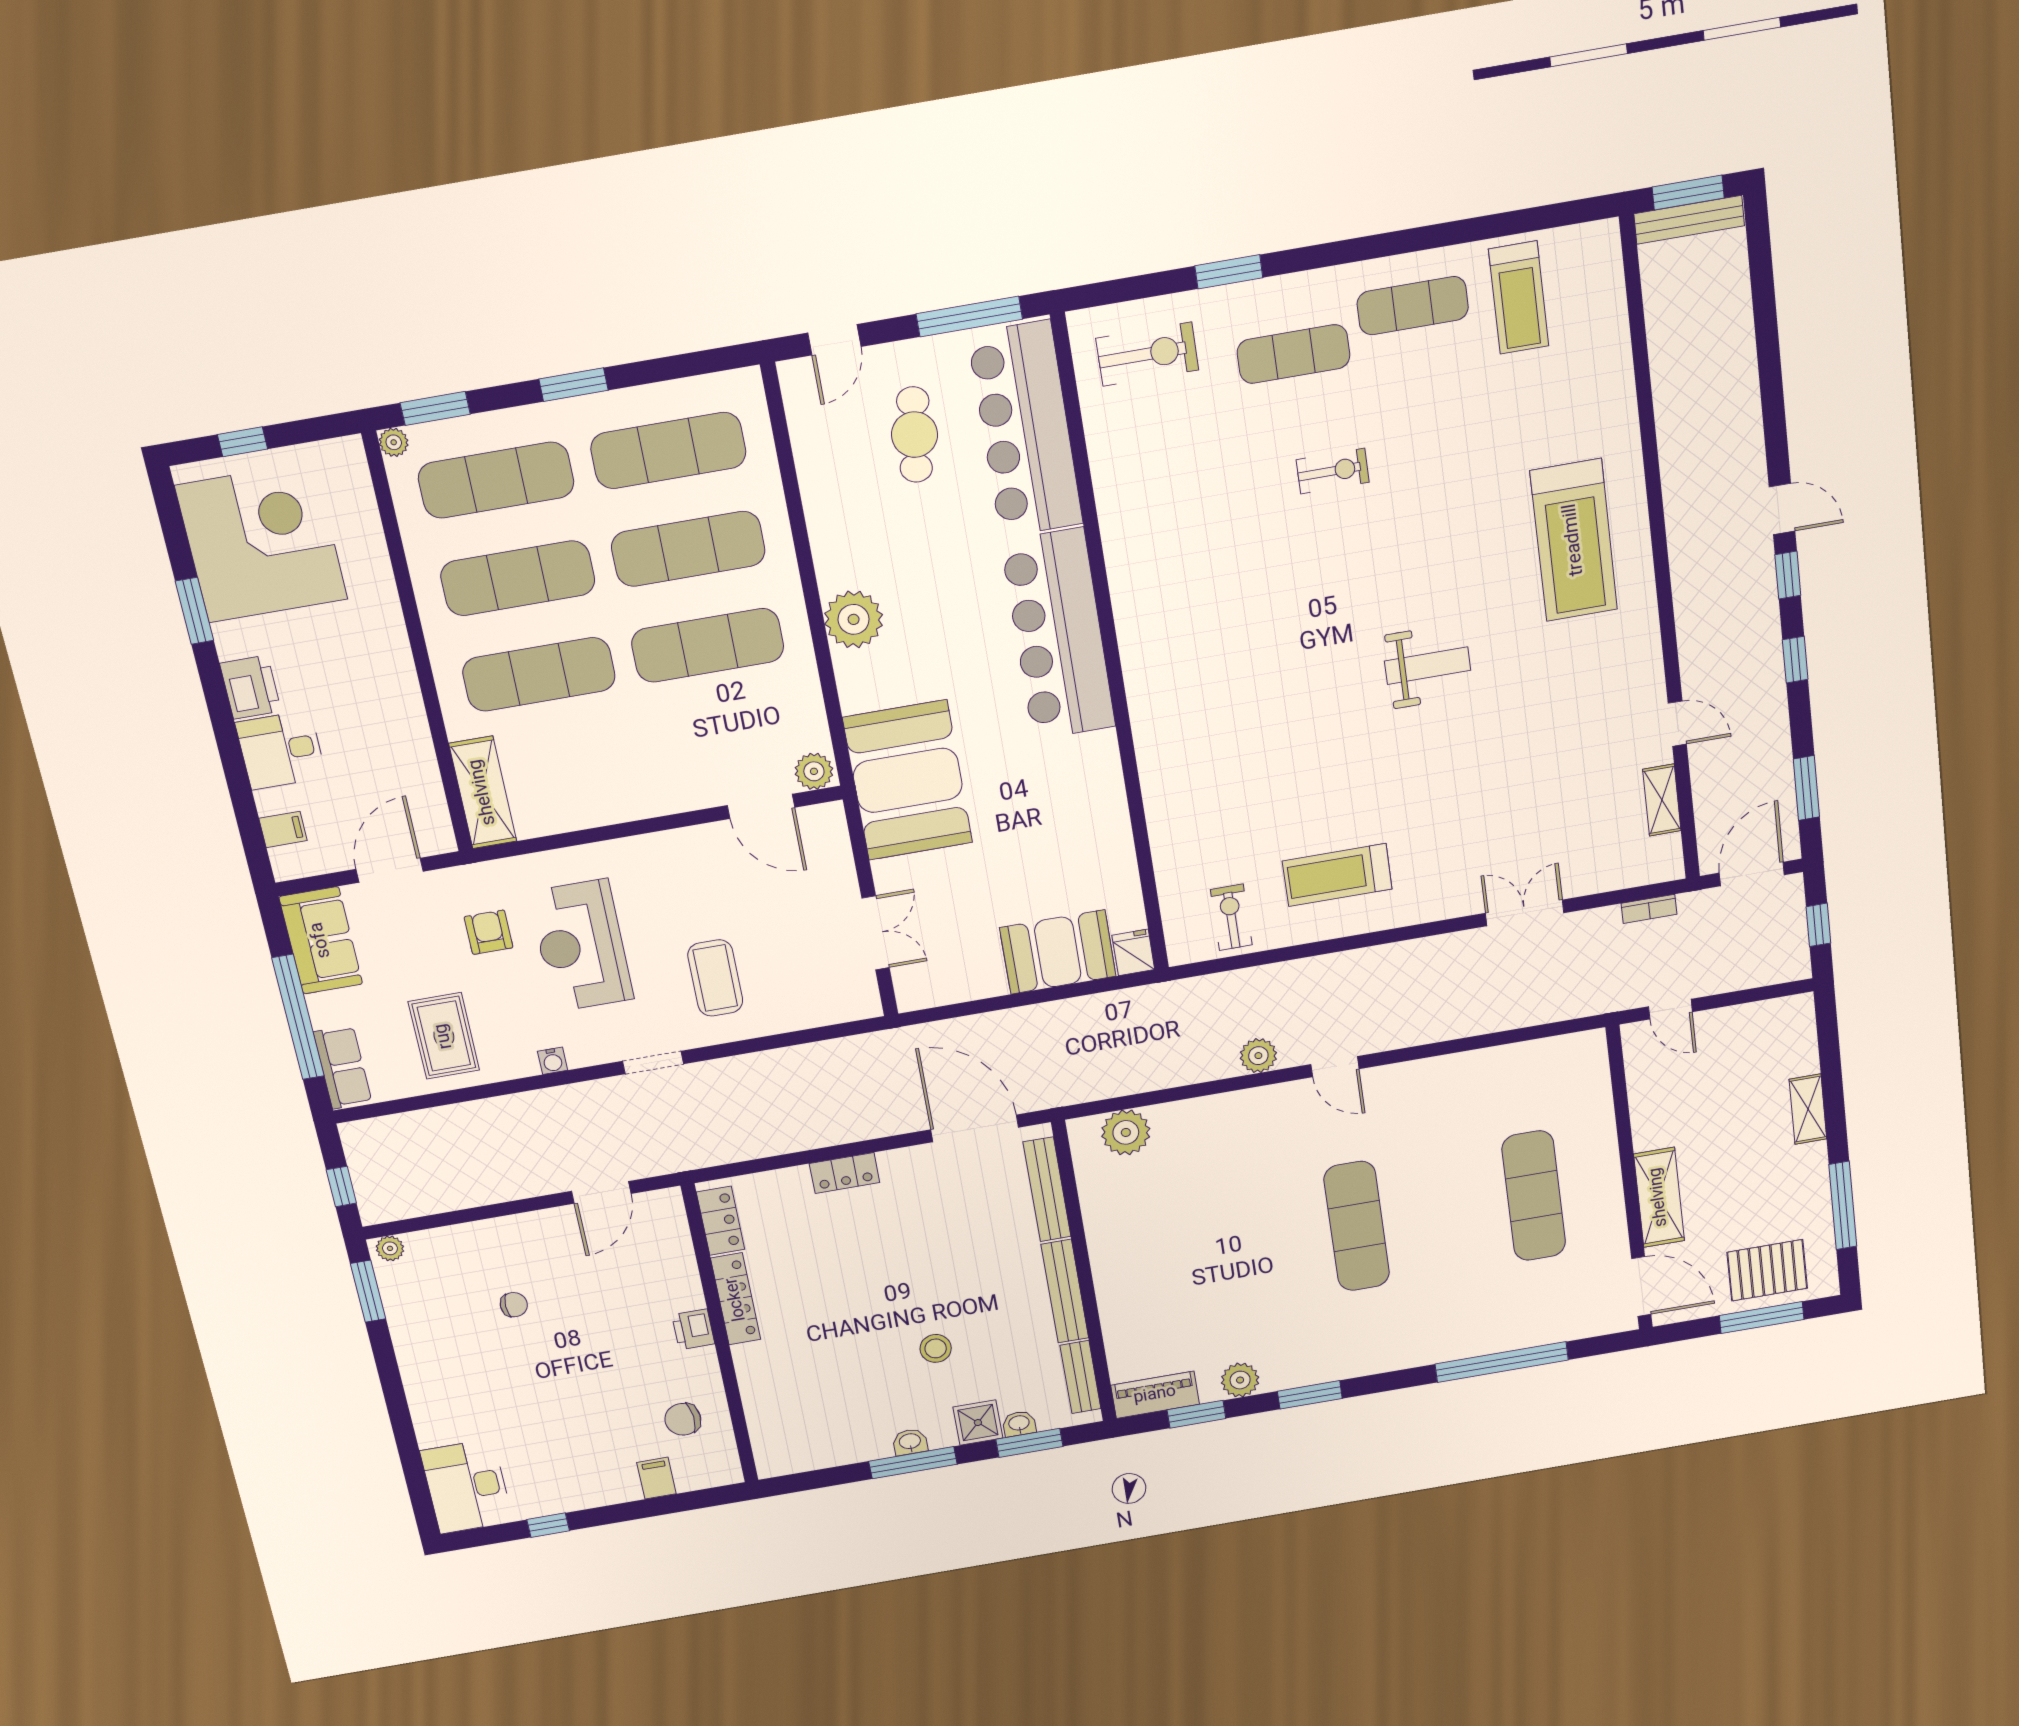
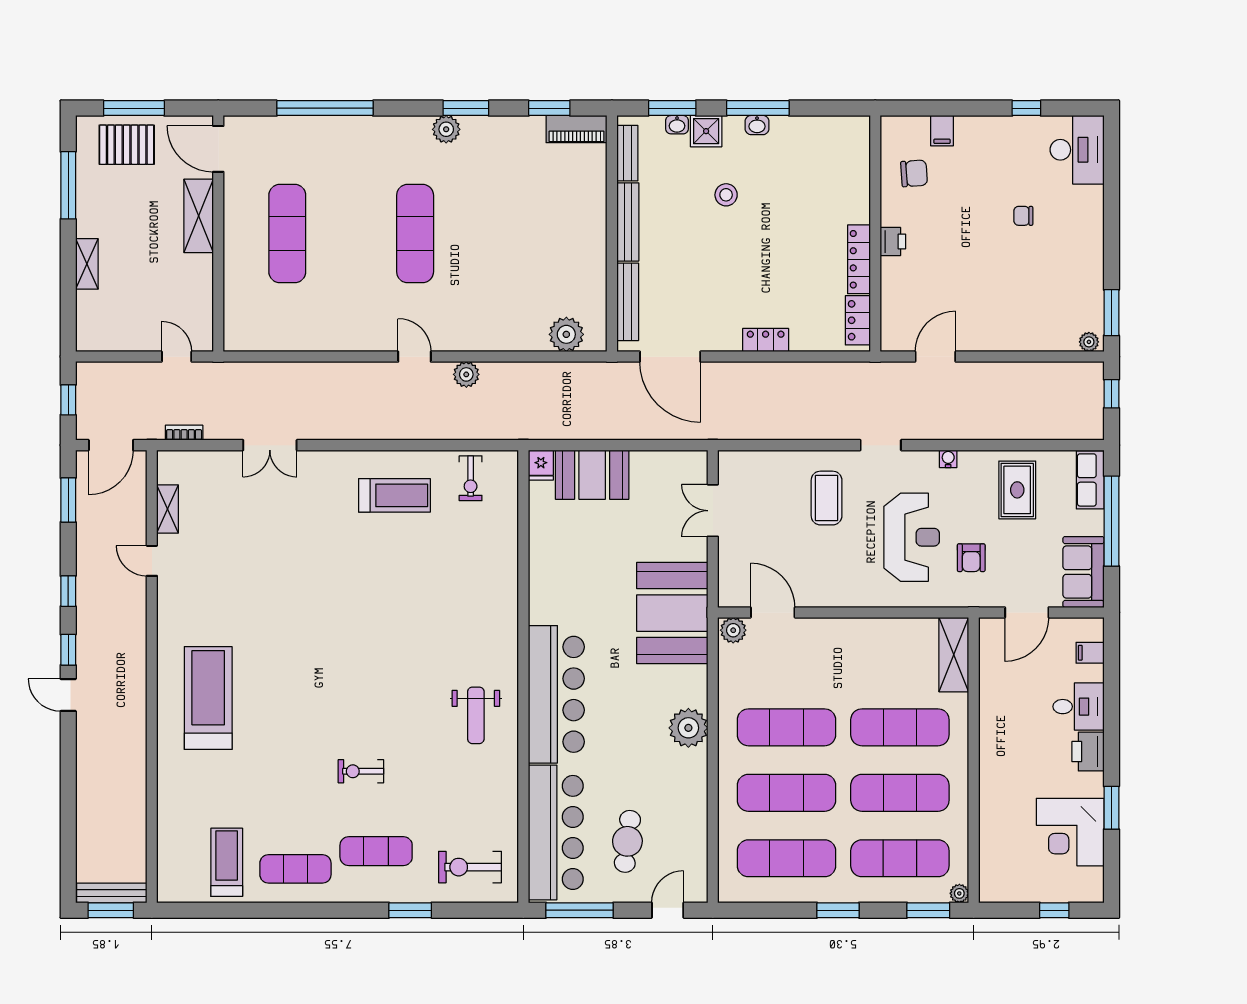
corner desk: (261, 542) -> (1070, 832), width x0.74, depth x0.74
weight bench: (1428, 666) -> (476, 715), moved, turned -90
chair: (514, 1305) -> (1023, 216), moved
plant: (1240, 1380) -> (446, 129), moved

